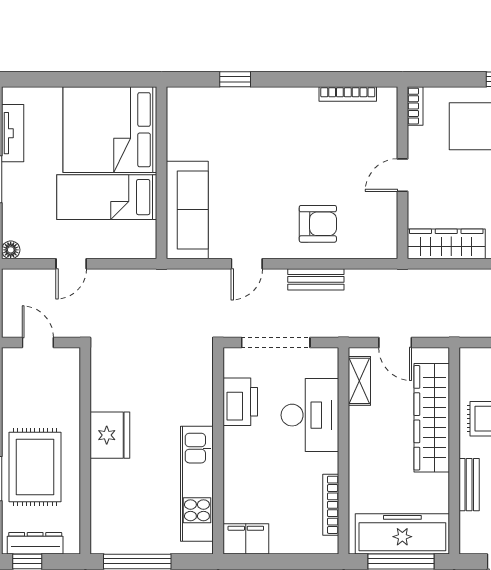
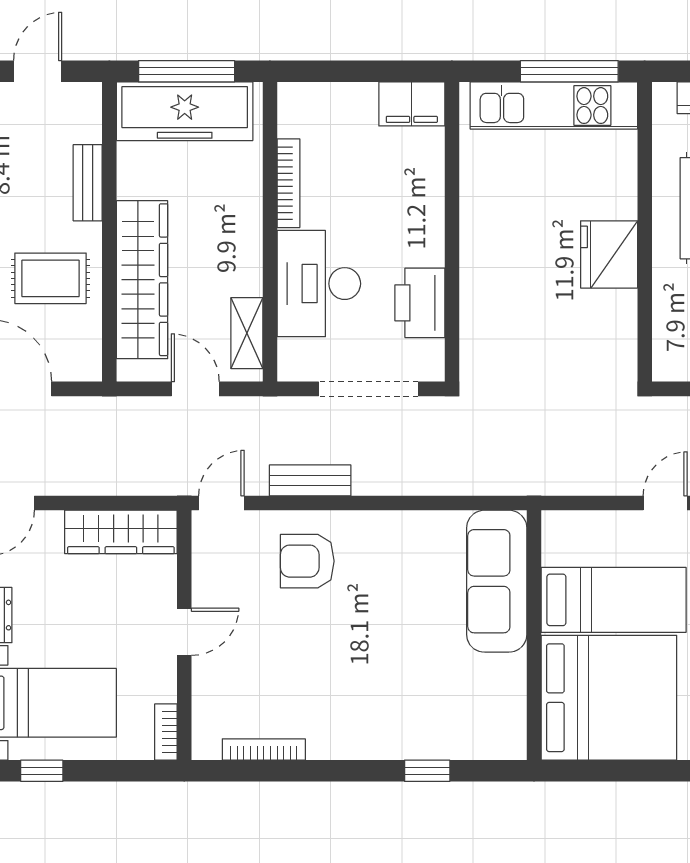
door: (247, 264) -> (221, 503), moved
kitchen unit: (197, 484) -> (554, 106), moved, turned 90
bookcase: (331, 505) -> (288, 183), moved

